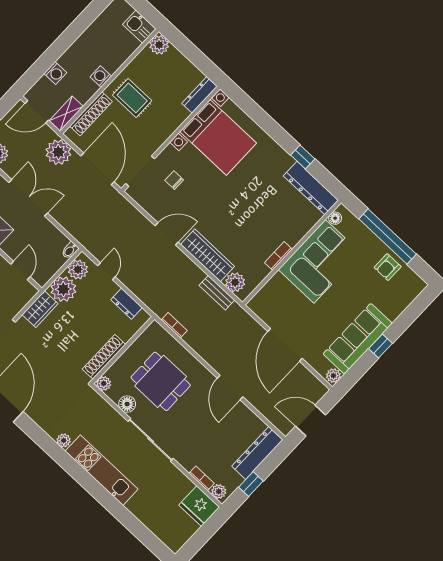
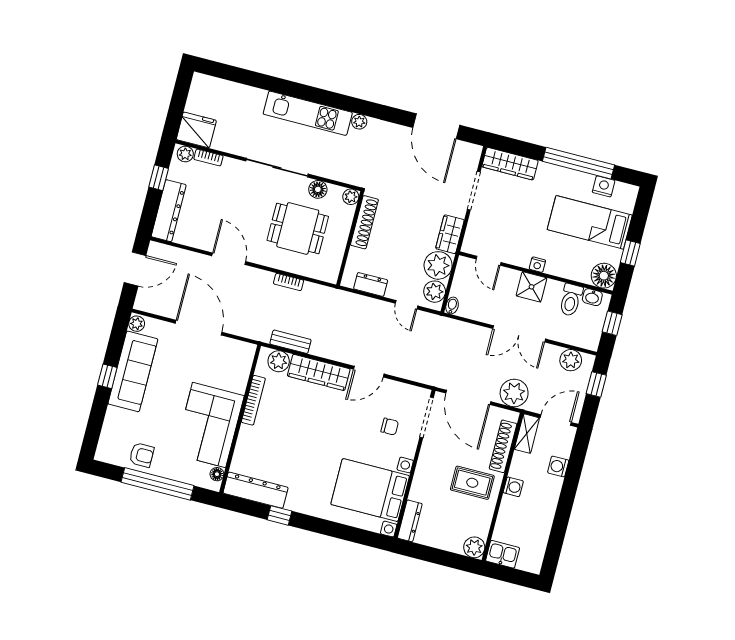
bookcase: (278, 256) -> (253, 400), width x1.56
armchair: (388, 267) -> (142, 455), turned 90
bookcase: (174, 325) -> (289, 282), moved

